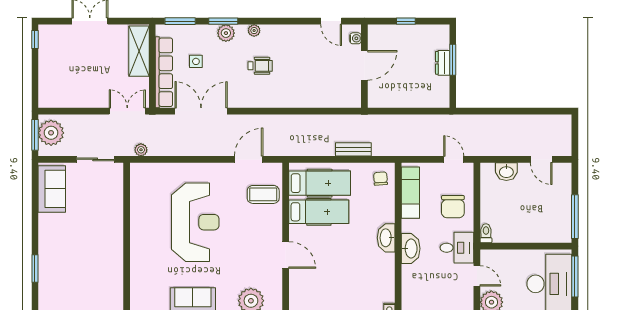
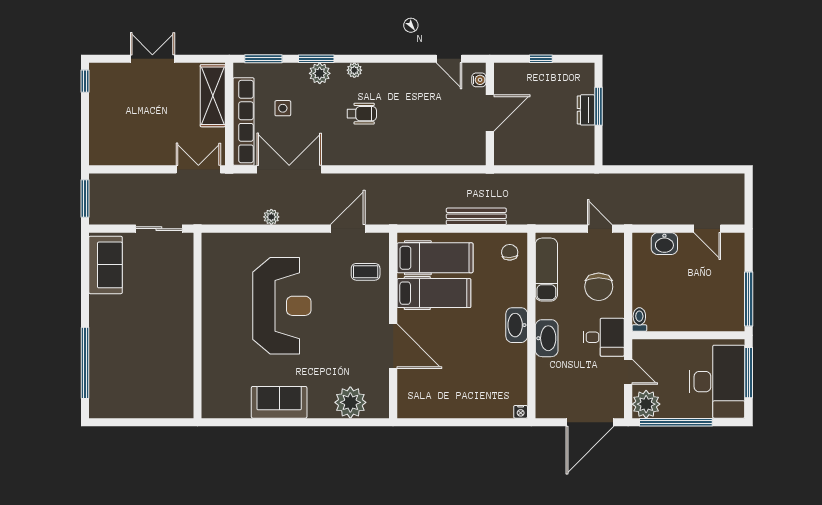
plant: (51, 133) -> (105, 196), removed
bench: (353, 149) -> (476, 216), width x1.36
plant: (141, 150) -> (271, 217), moved
coffee table: (263, 194) -> (366, 272), width x0.73, depth x0.77
door: (286, 255) -> (393, 346), width x1.36
window: (35, 269) -> (85, 363), width x2.11

